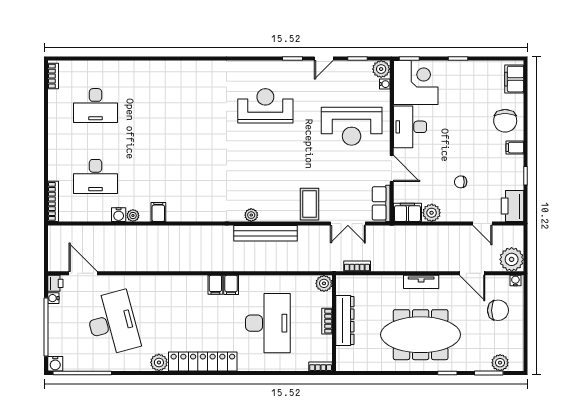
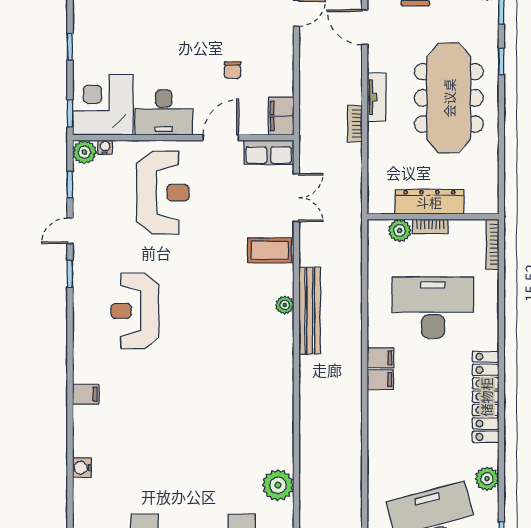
door: (324, 59) -> (70, 231), swing flipped
chair: (461, 182) -> (233, 70), moved
filing cabinet: (158, 212) -> (86, 394), moved, turned 180
plant: (432, 213) -> (282, 83), removed
water cooler: (119, 215) -> (82, 468), moved, turned 180
plant: (251, 215) -> (285, 305), moved
plant: (133, 216) -> (278, 485), width x1.88, depth x1.88
bookcase: (357, 266) -> (355, 124), moved
door: (472, 273) -> (365, 27), swing flipped
plant: (324, 283) -> (400, 231), moved
plant: (159, 362) -> (487, 479), moved
bookcase: (321, 366) -> (492, 244), width x1.56

